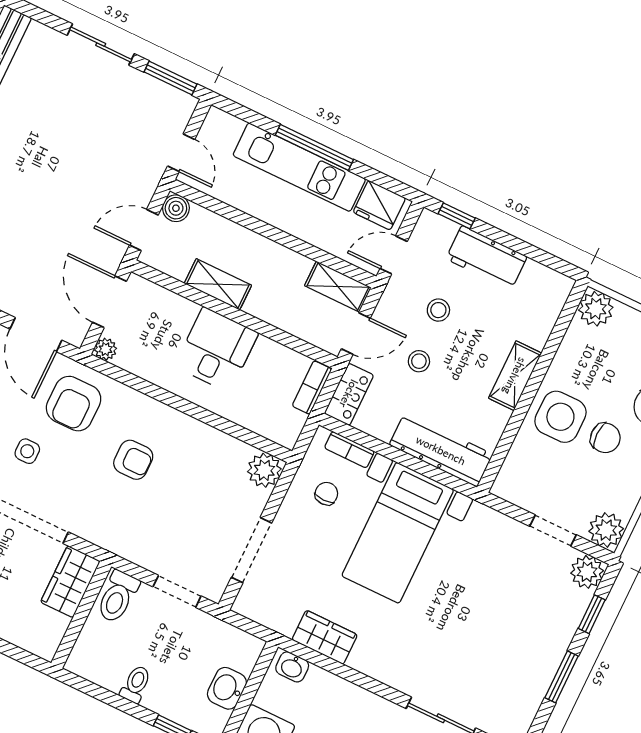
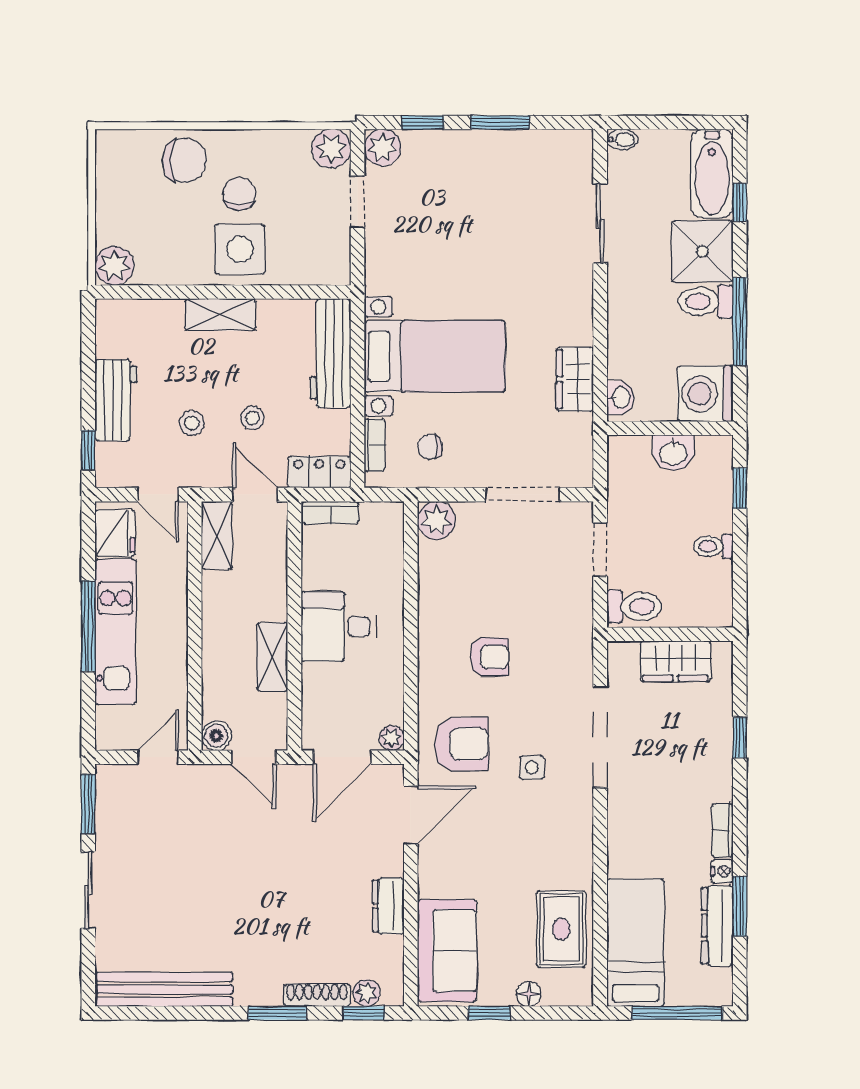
armchair: (133, 460) -> (489, 657), turned 90
wardrobe: (70, 582) -> (676, 661), moved

